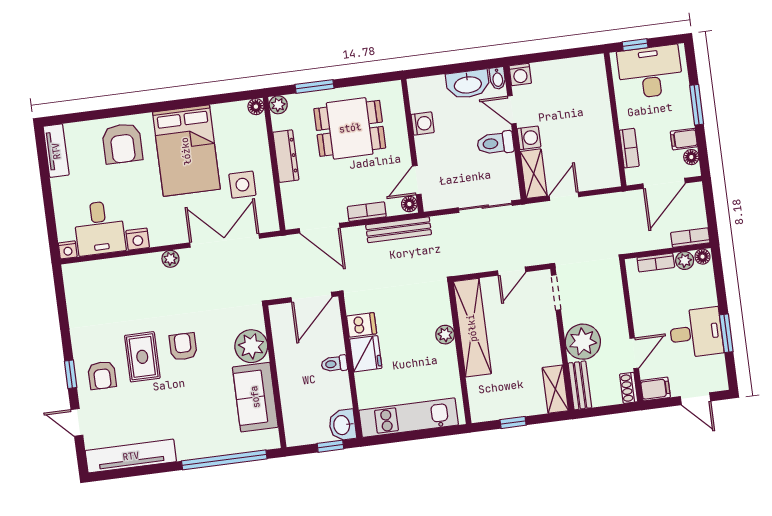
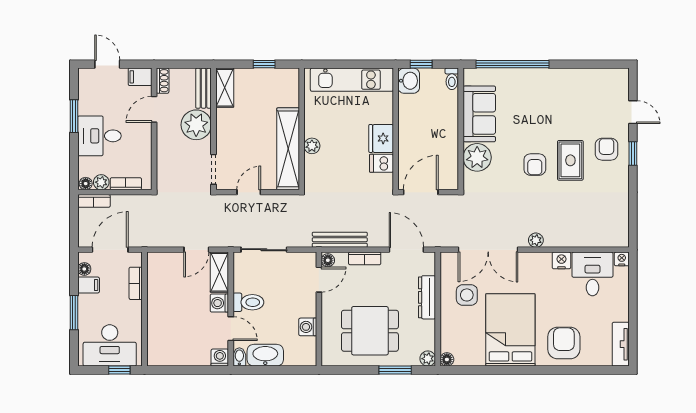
dresser: (286, 156) -> (427, 297), moved
desk: (696, 333) -> (99, 136), moved
toilet: (334, 364) -> (452, 79), moved, turned 90
tv unit: (131, 456) -> (591, 78), removed

